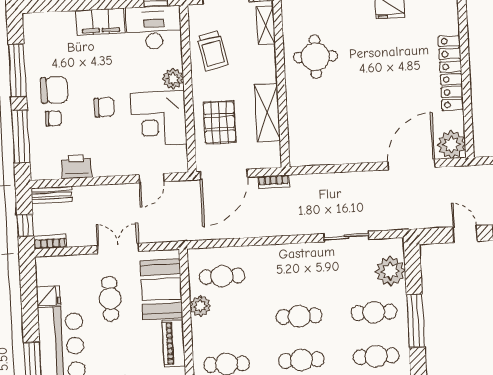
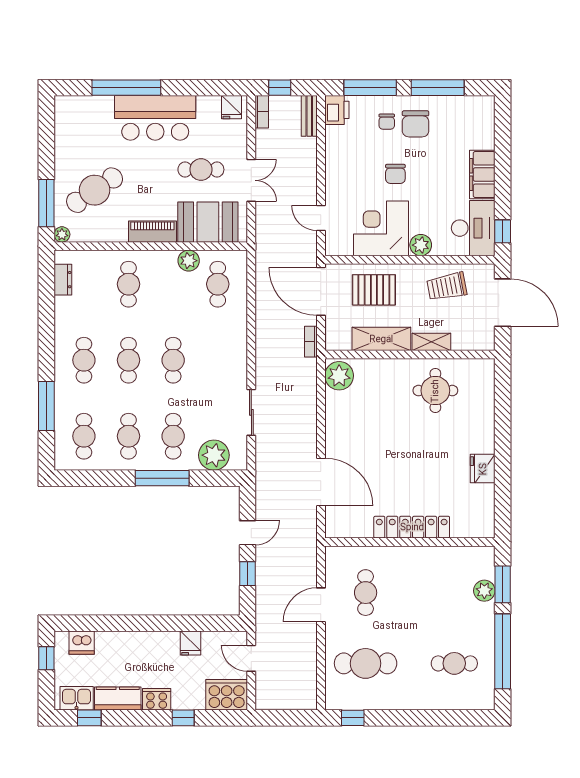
shelving: (266, 25) -> (431, 342), moved
plant: (451, 144) -> (339, 376), moved
printer: (77, 166) -> (337, 110), moved
fridge: (48, 296) -> (232, 107), moved

